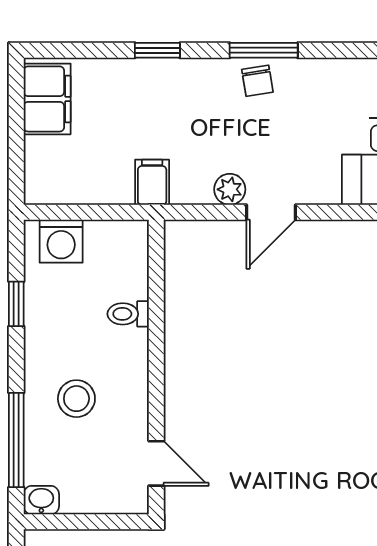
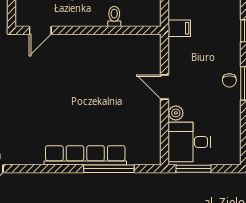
chair: (257, 81) -> (229, 80), turned -81
plant: (230, 189) -> (176, 113), moved

